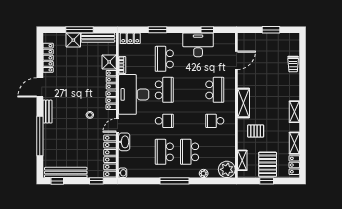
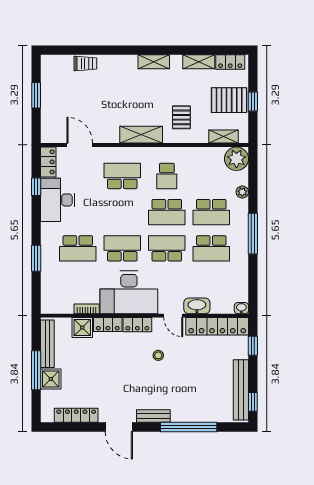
locker: (130, 38) -> (48, 162), moved
school desk: (164, 121) -> (167, 248), width x1.85
school desk: (190, 121) -> (167, 212), added

